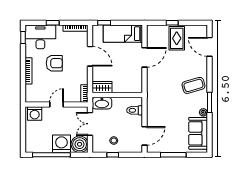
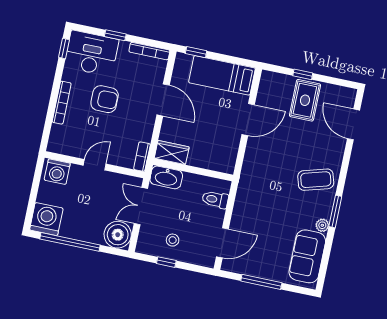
washing machine: (61, 144) -> (46, 219), moved

